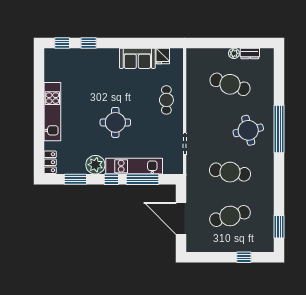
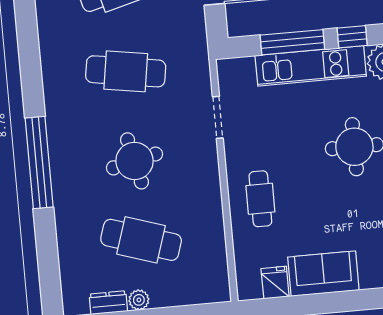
round table: (248, 130) -> (134, 161), moved

